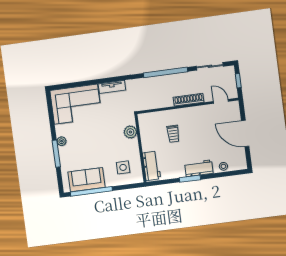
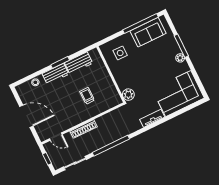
plant: (130, 132) -> (128, 95), moved
workbench: (152, 166) -> (79, 63), moved, turned -90

